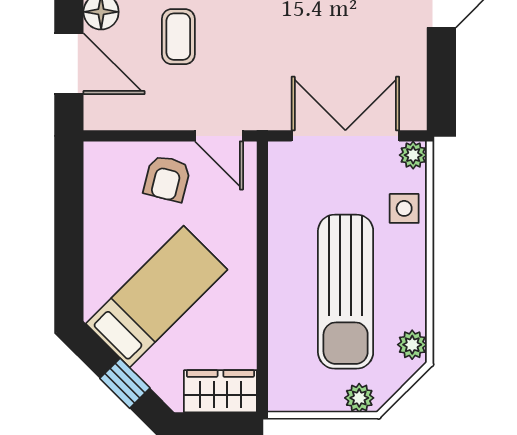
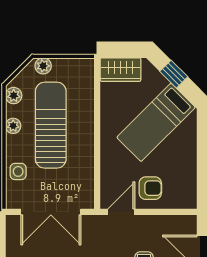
door: (219, 136) -> (121, 212), hinge flipped
plant: (413, 155) -> (13, 126), moved
armchair: (167, 178) -> (150, 188), turned 76

